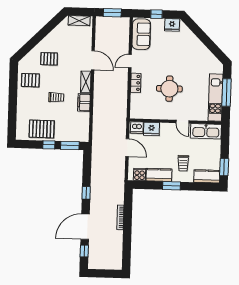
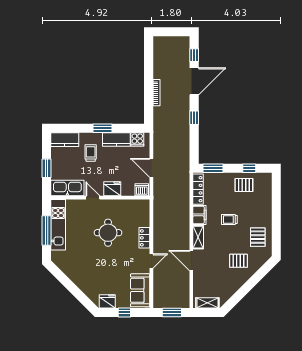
pallet: (30, 80) -> (258, 237), turned 90
locker: (85, 126) -> (198, 189), added
pallet: (42, 129) -> (244, 185), width x0.67, depth x0.71
fridge: (151, 129) -> (112, 189), moved
window: (49, 145) -> (249, 168), moved
window: (224, 167) -> (47, 168), moved

